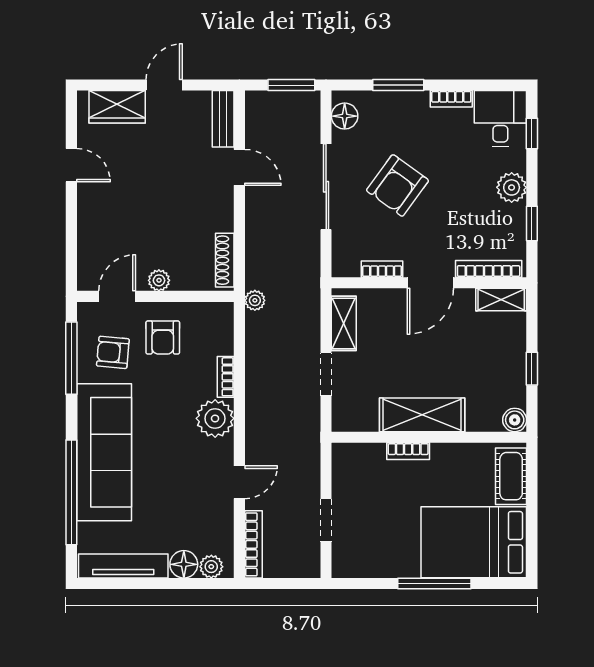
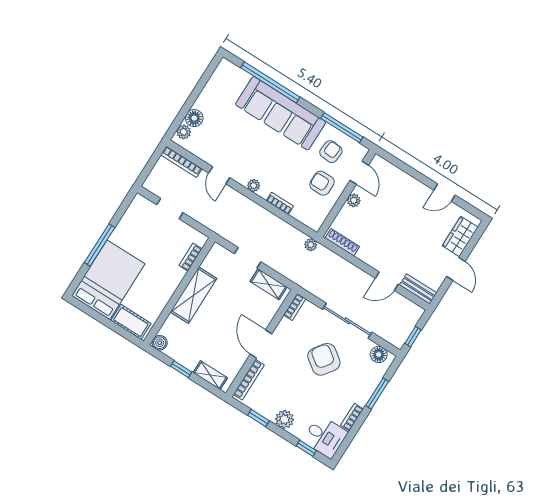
window: (291, 85) -> (413, 337), width x0.67
bookcase: (382, 269) -> (295, 307), moved
shelving: (501, 300) -> (210, 375), moved, turned 90
plant: (215, 418) -> (254, 185), width x0.53, depth x0.53
bookcase: (408, 451) -> (191, 257), moved
tv unit: (123, 566) -> (214, 85), removed

